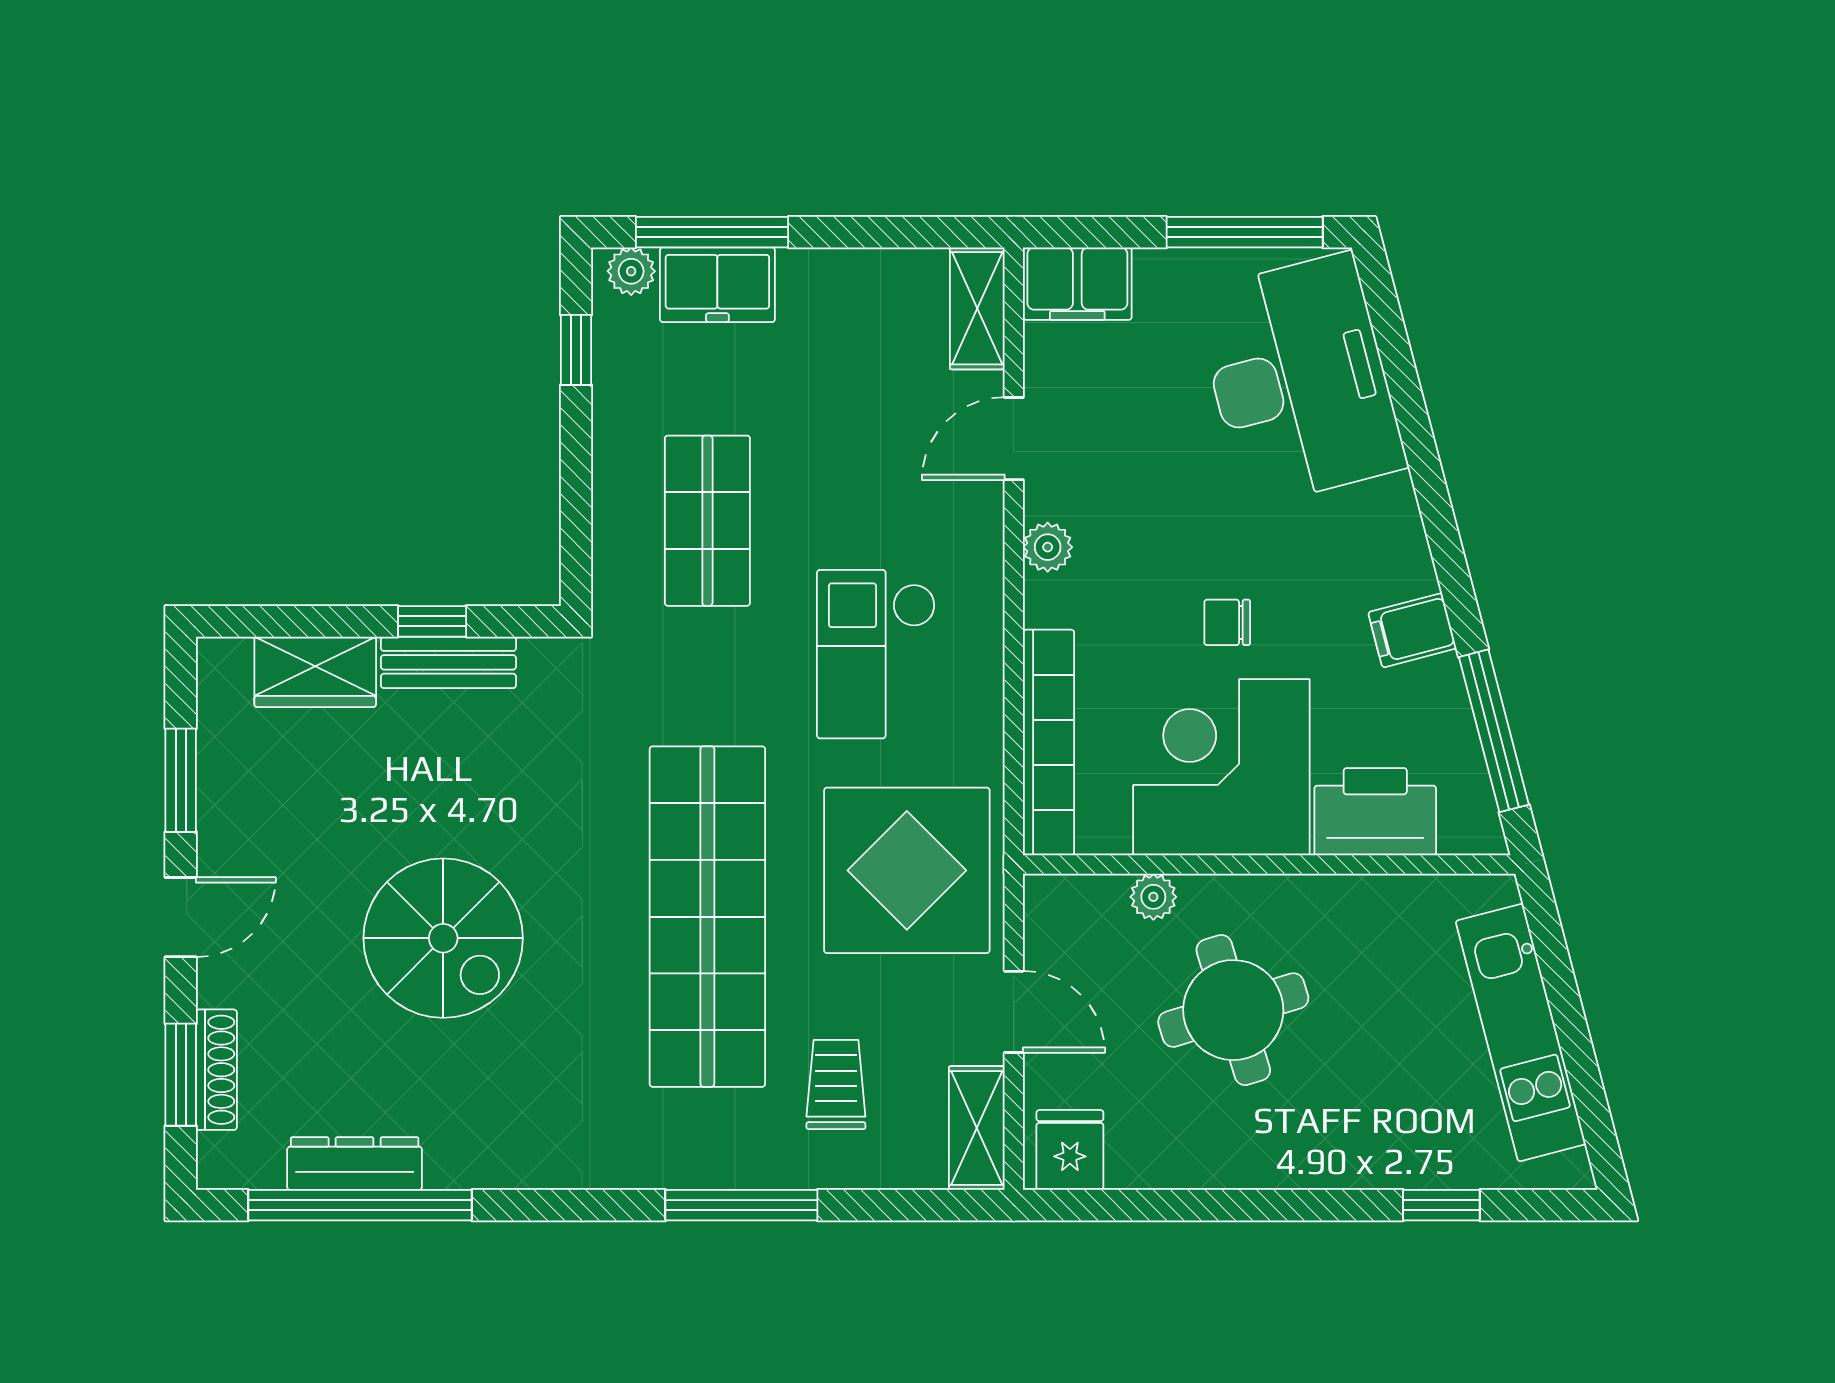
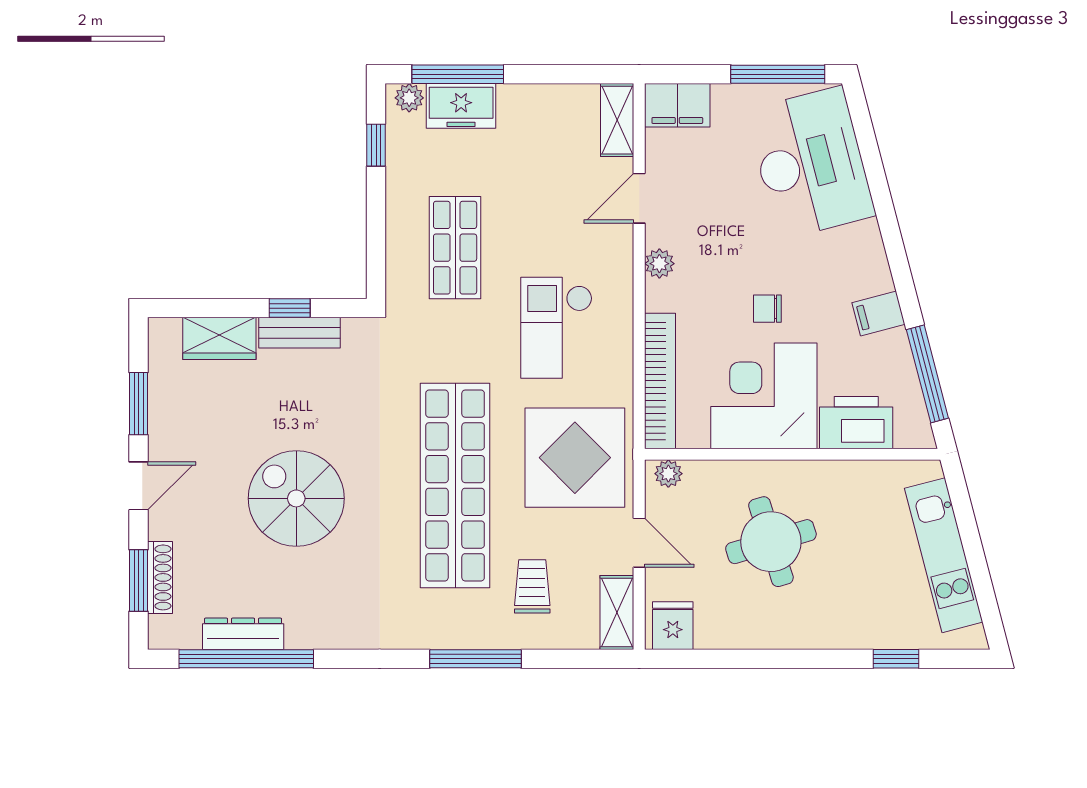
plant: (1153, 897) -> (668, 474), moved
spiral stairs: (443, 938) -> (296, 498), turned 180

